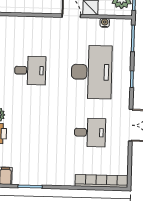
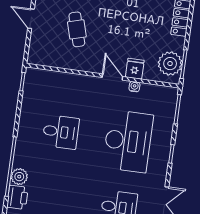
water cooler: (105, 23) -> (134, 87), moved

